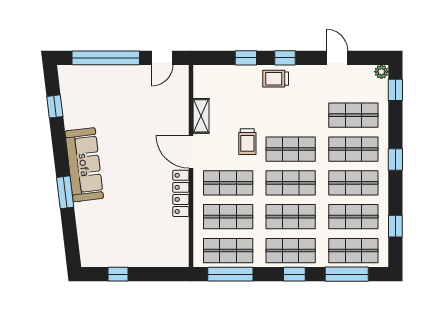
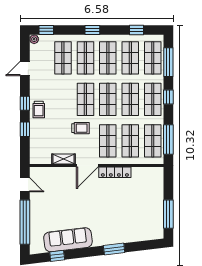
sofa: (84, 165) -> (68, 240), moved
window: (118, 274) -> (168, 214), width x2.17

